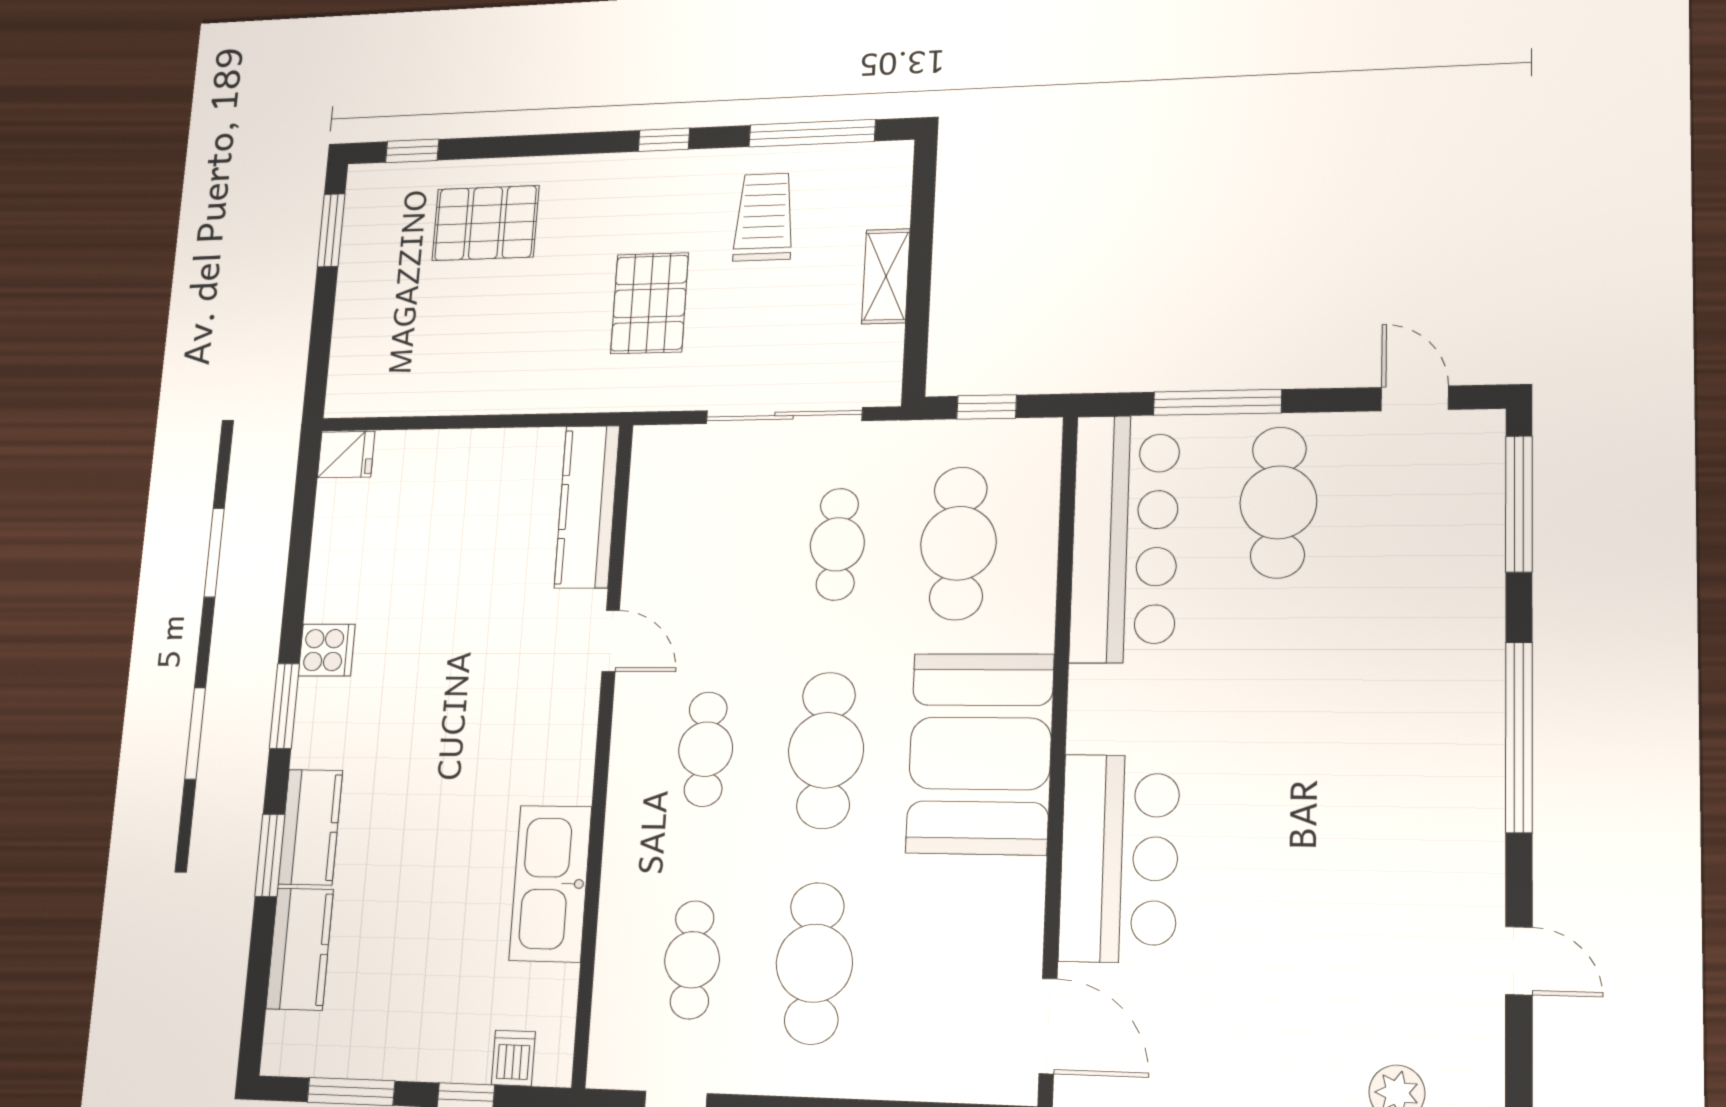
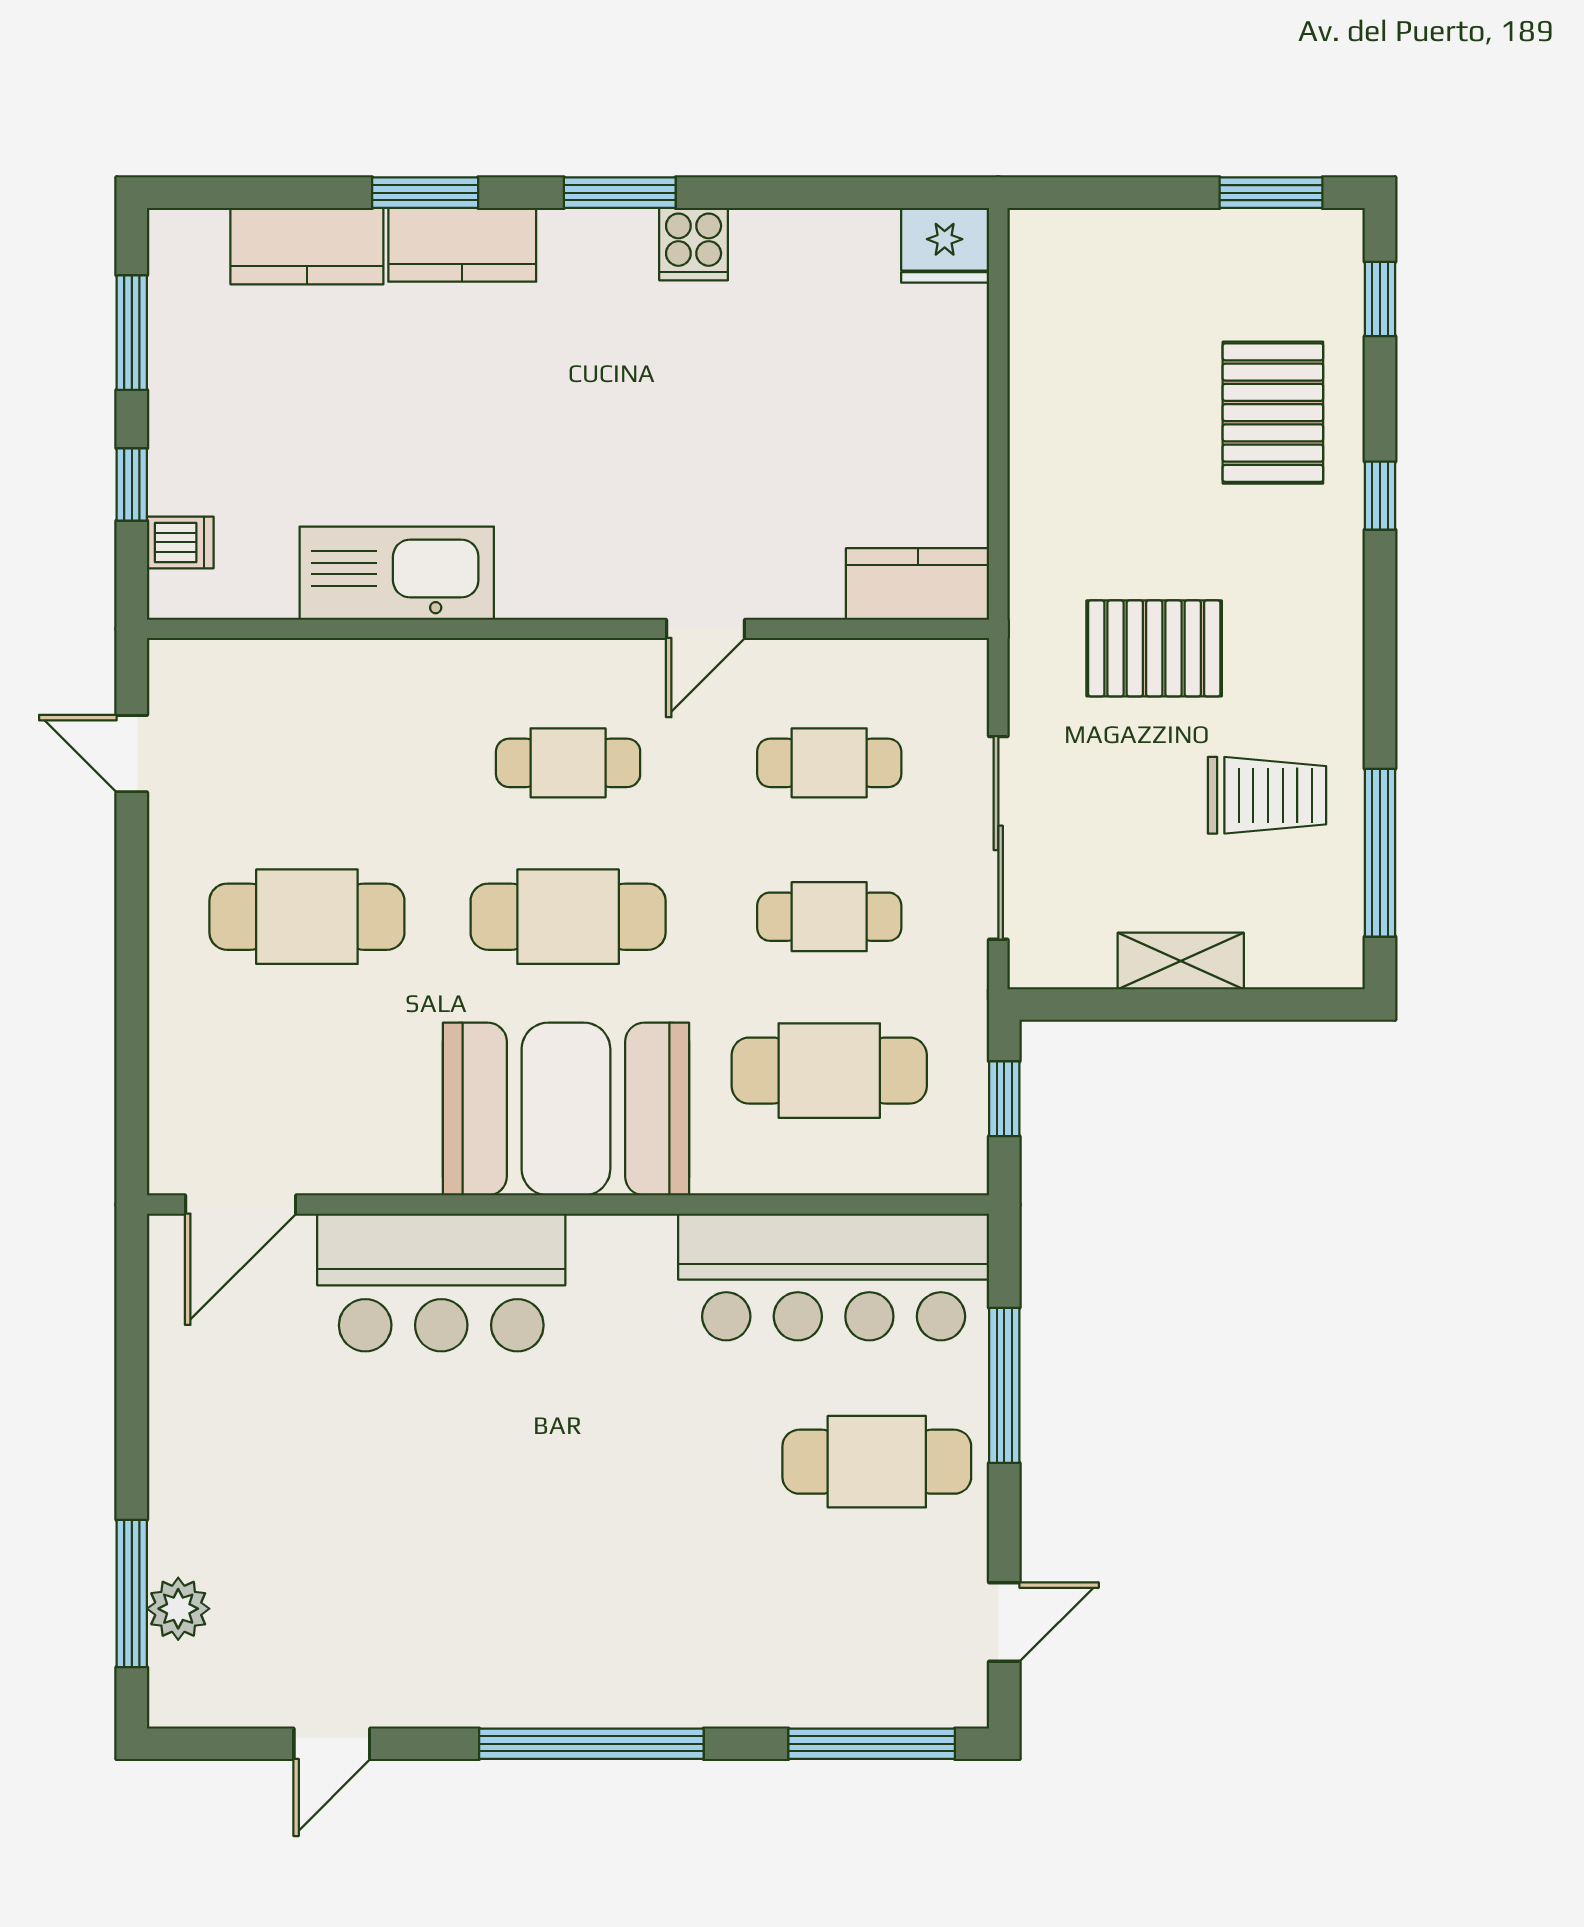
window: (664, 140) -> (1380, 496), moved
fridge: (346, 455) -> (945, 245), width x1.38
kitchen counter: (587, 507) -> (918, 584), width x0.67
cafe table: (692, 960) -> (829, 763), moved

